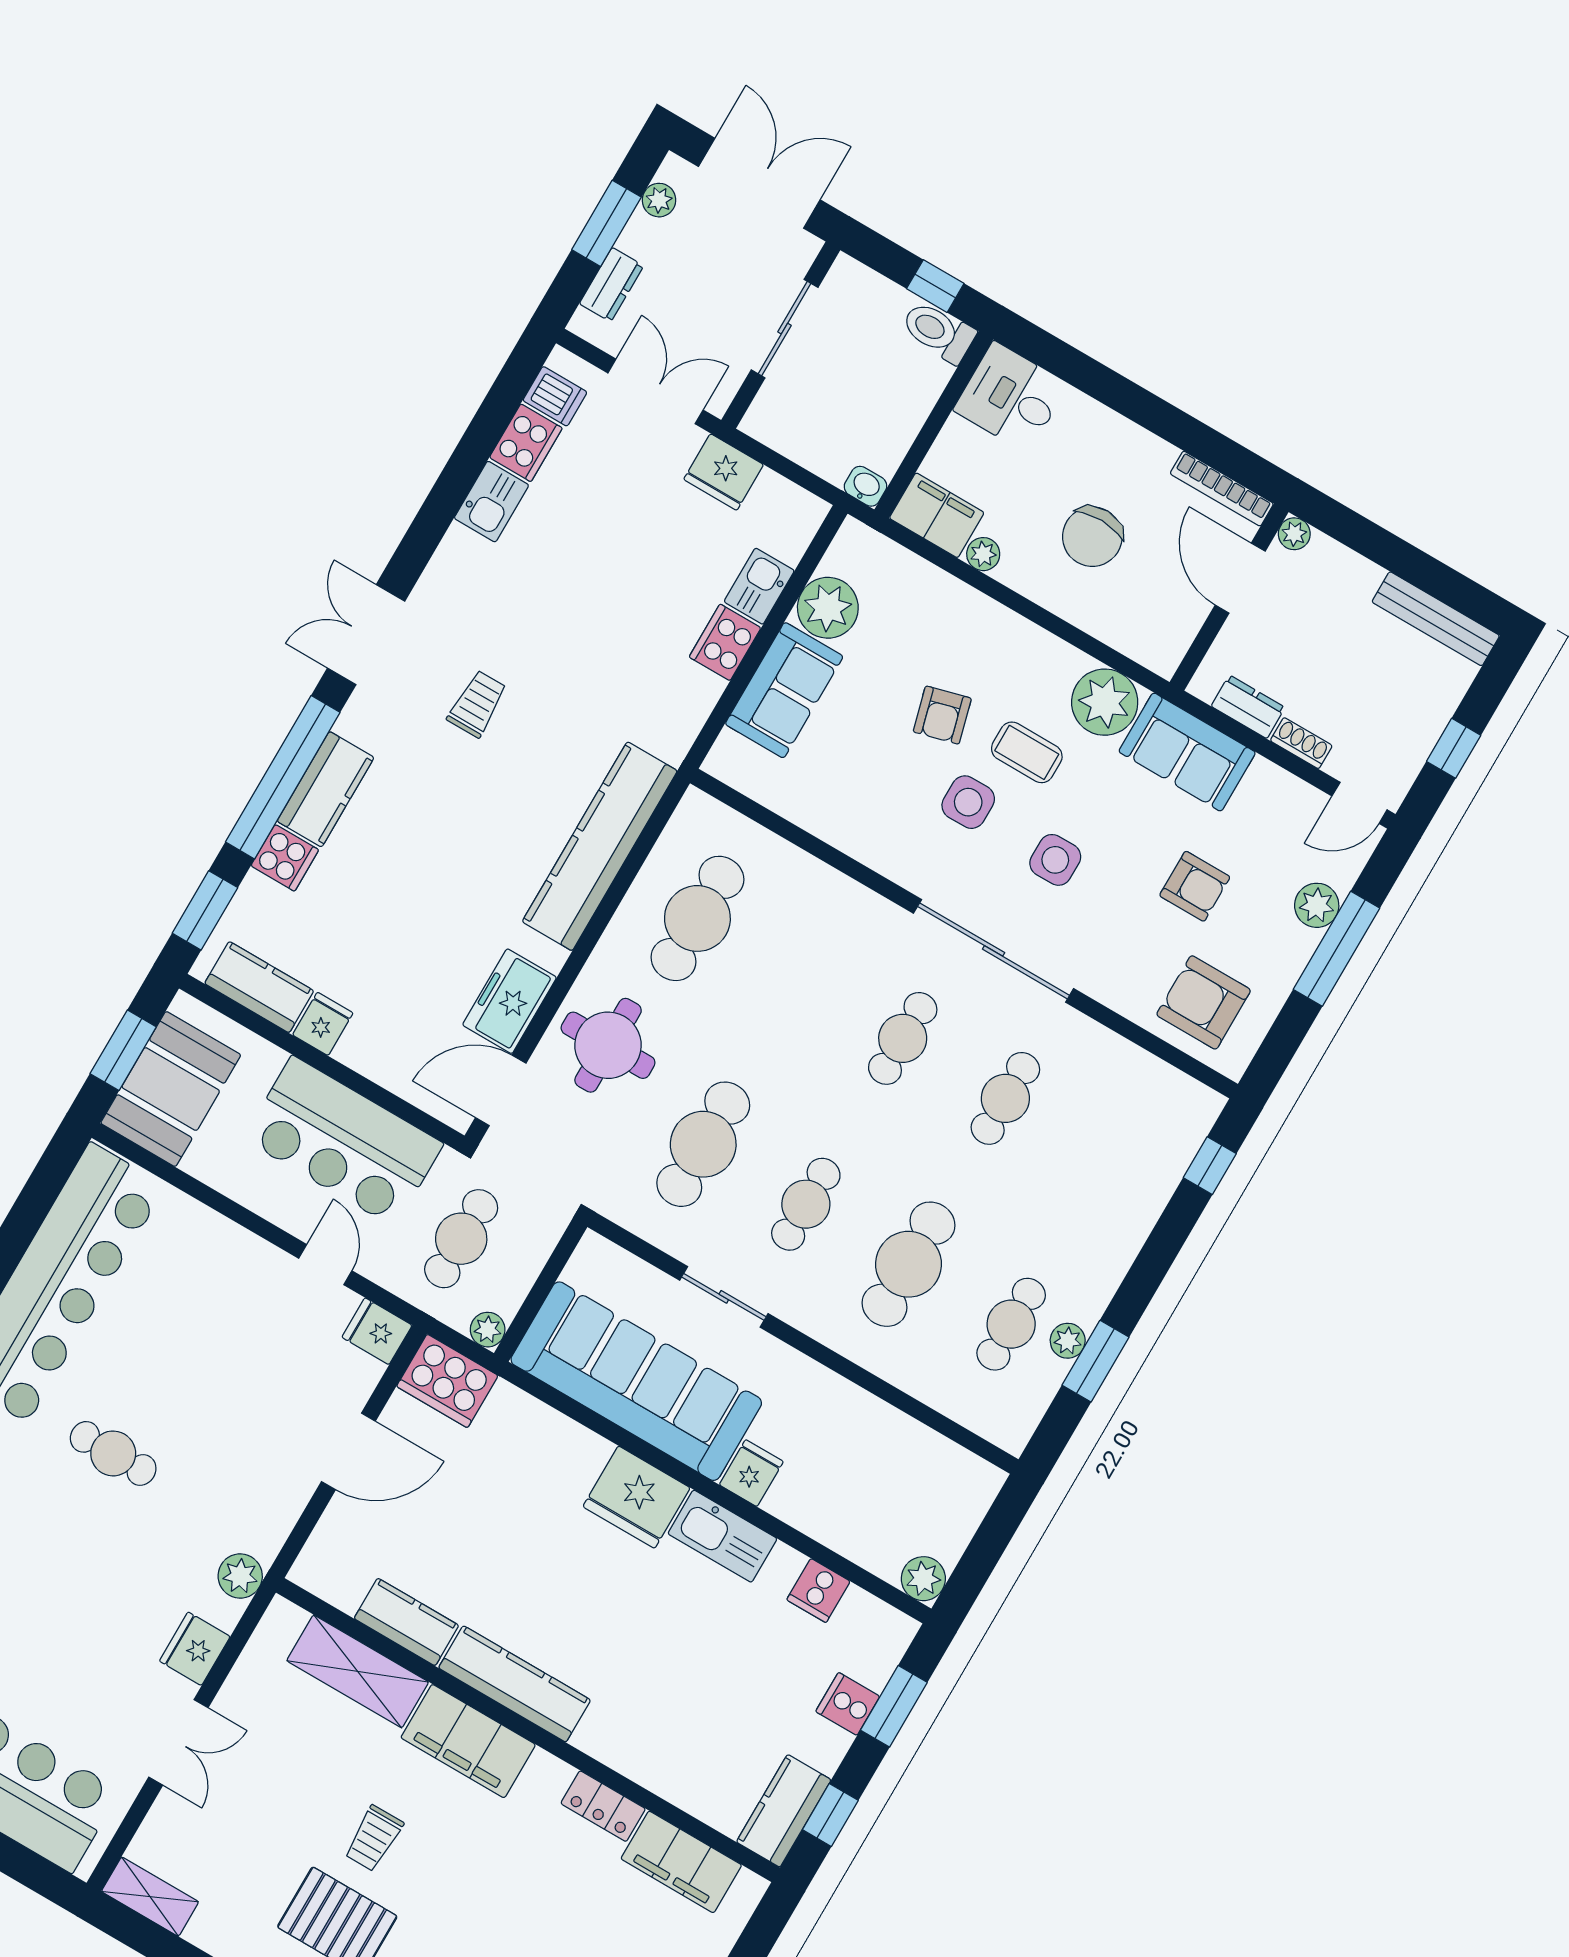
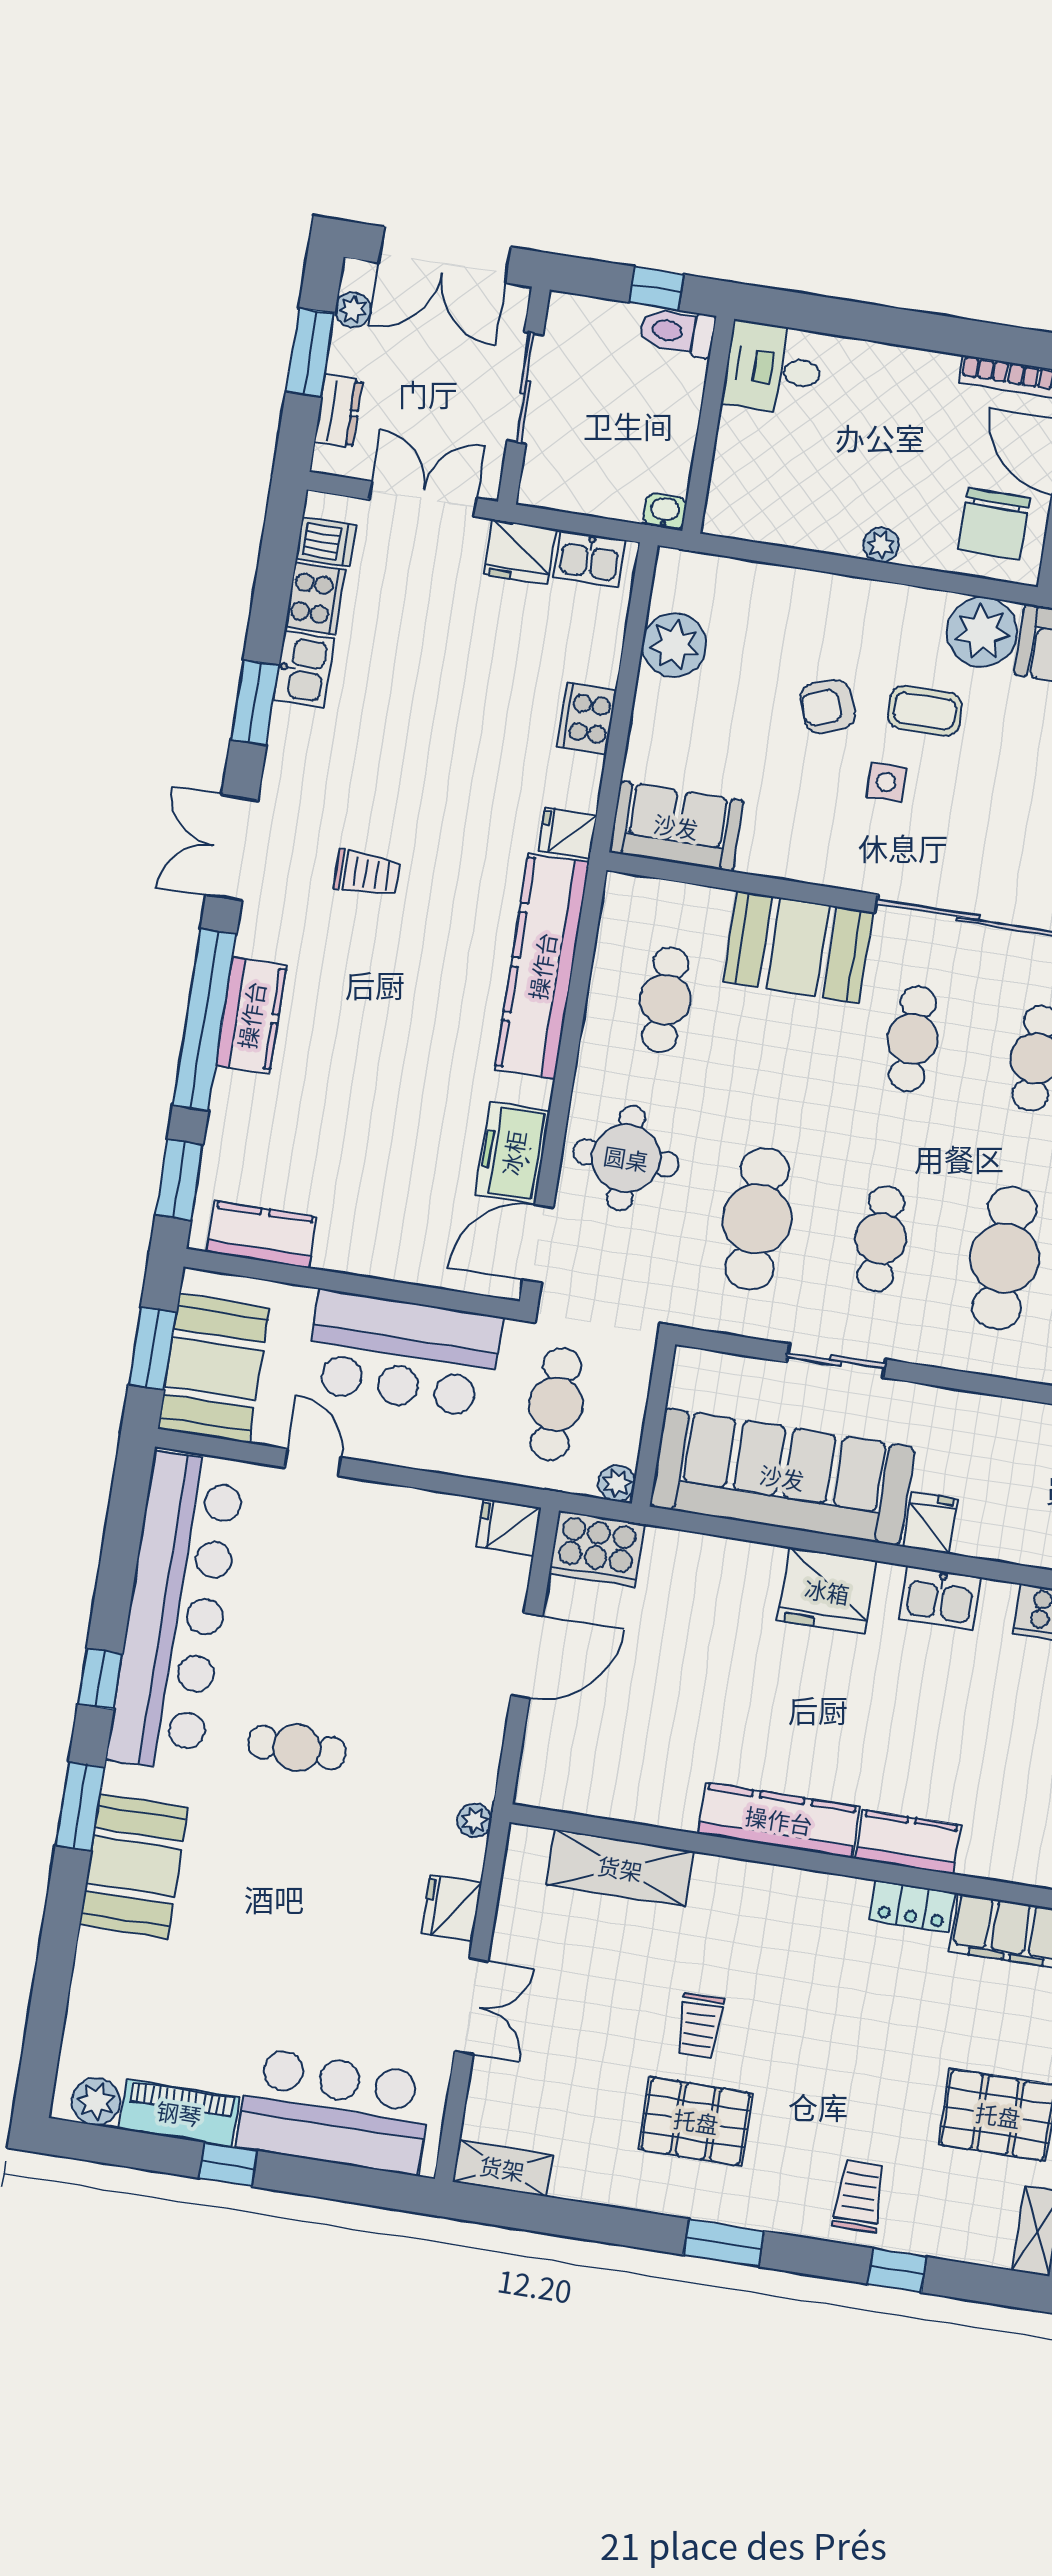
double door: (759, 183) -> (445, 255), swing flipped
window: (437, 514) -> (255, 702), added
filing cabinet: (937, 515) -> (746, 513), removed
chair: (1092, 537) -> (994, 524), moved
plant: (983, 554) -> (881, 545), moved
kitchen sink: (759, 586) -> (589, 559), moved, turned -90
sofa: (784, 690) -> (676, 826), moved, turned -90
trolley: (477, 704) -> (367, 873), turned 90
armchair: (942, 715) -> (828, 707), turned 85
side table: (968, 802) -> (886, 782), width x0.73, depth x0.73
cooker: (285, 858) -> (237, 1098), removed
side table: (1055, 860) -> (994, 805), removed
cafe table: (697, 918) -> (665, 1000), width x0.73, depth x0.74
booth: (833, 918) -> (798, 947), added
fridge: (323, 1024) -> (568, 833), moved, turned -90
door: (325, 1265) -> (313, 1462), moved
kitchen sink: (722, 1536) -> (940, 1598), width x0.73
plant: (240, 1576) -> (475, 1820), width x0.73, depth x0.73
kitchen counter: (406, 1622) -> (908, 1842), moved
filing cabinet: (468, 1741) -> (755, 1894), removed

